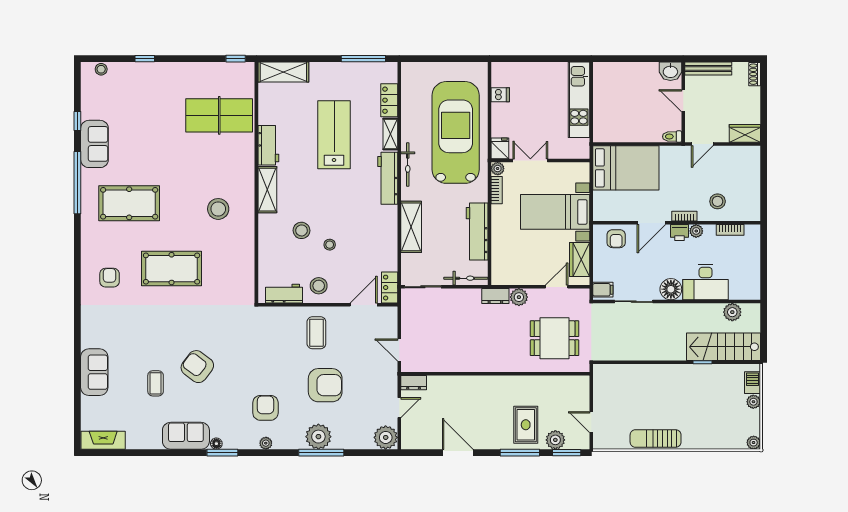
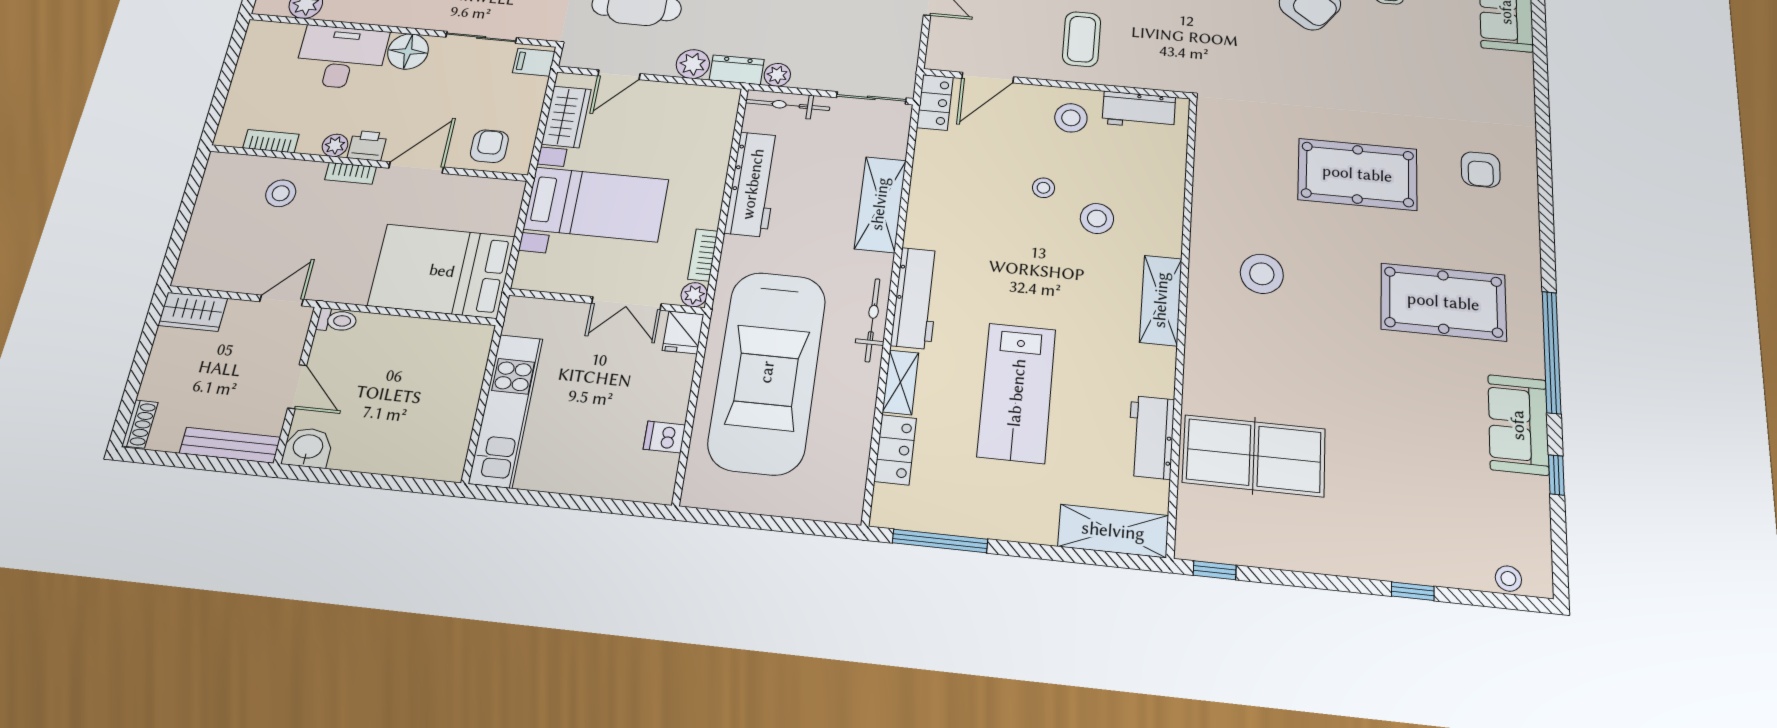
workbench: (268, 145) -> (1151, 437), moved
plant: (474, 295) -> (777, 75), added

